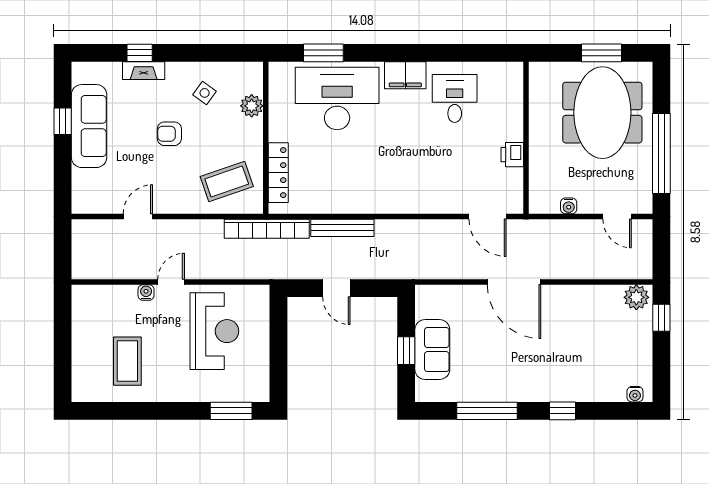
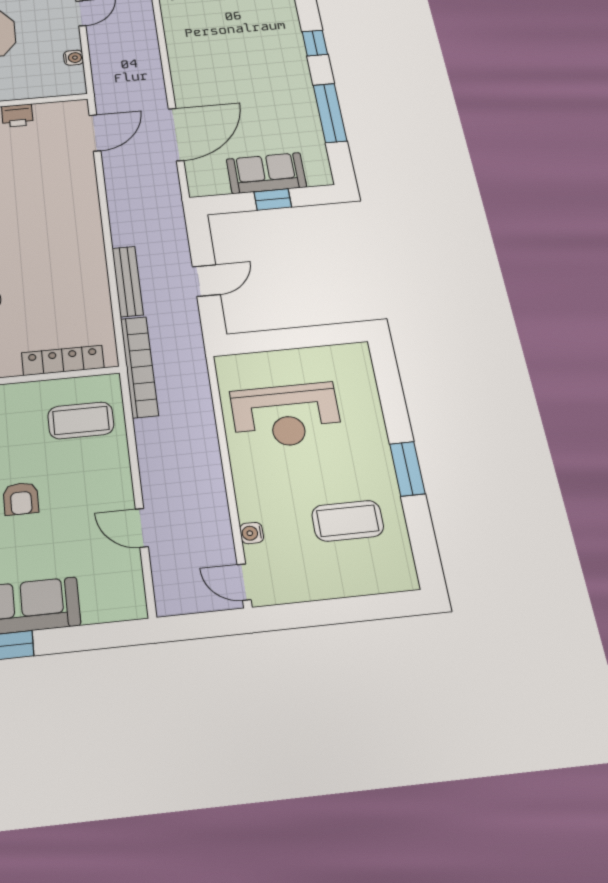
coffee table: (227, 181) -> (81, 420), turned -71
door: (171, 282) -> (244, 582), moved
door: (514, 282) -> (176, 134), moved
water cooler: (146, 293) -> (252, 533), moved
reception desk: (214, 331) -> (286, 415), turned 180
window: (231, 411) -> (407, 469), moved

